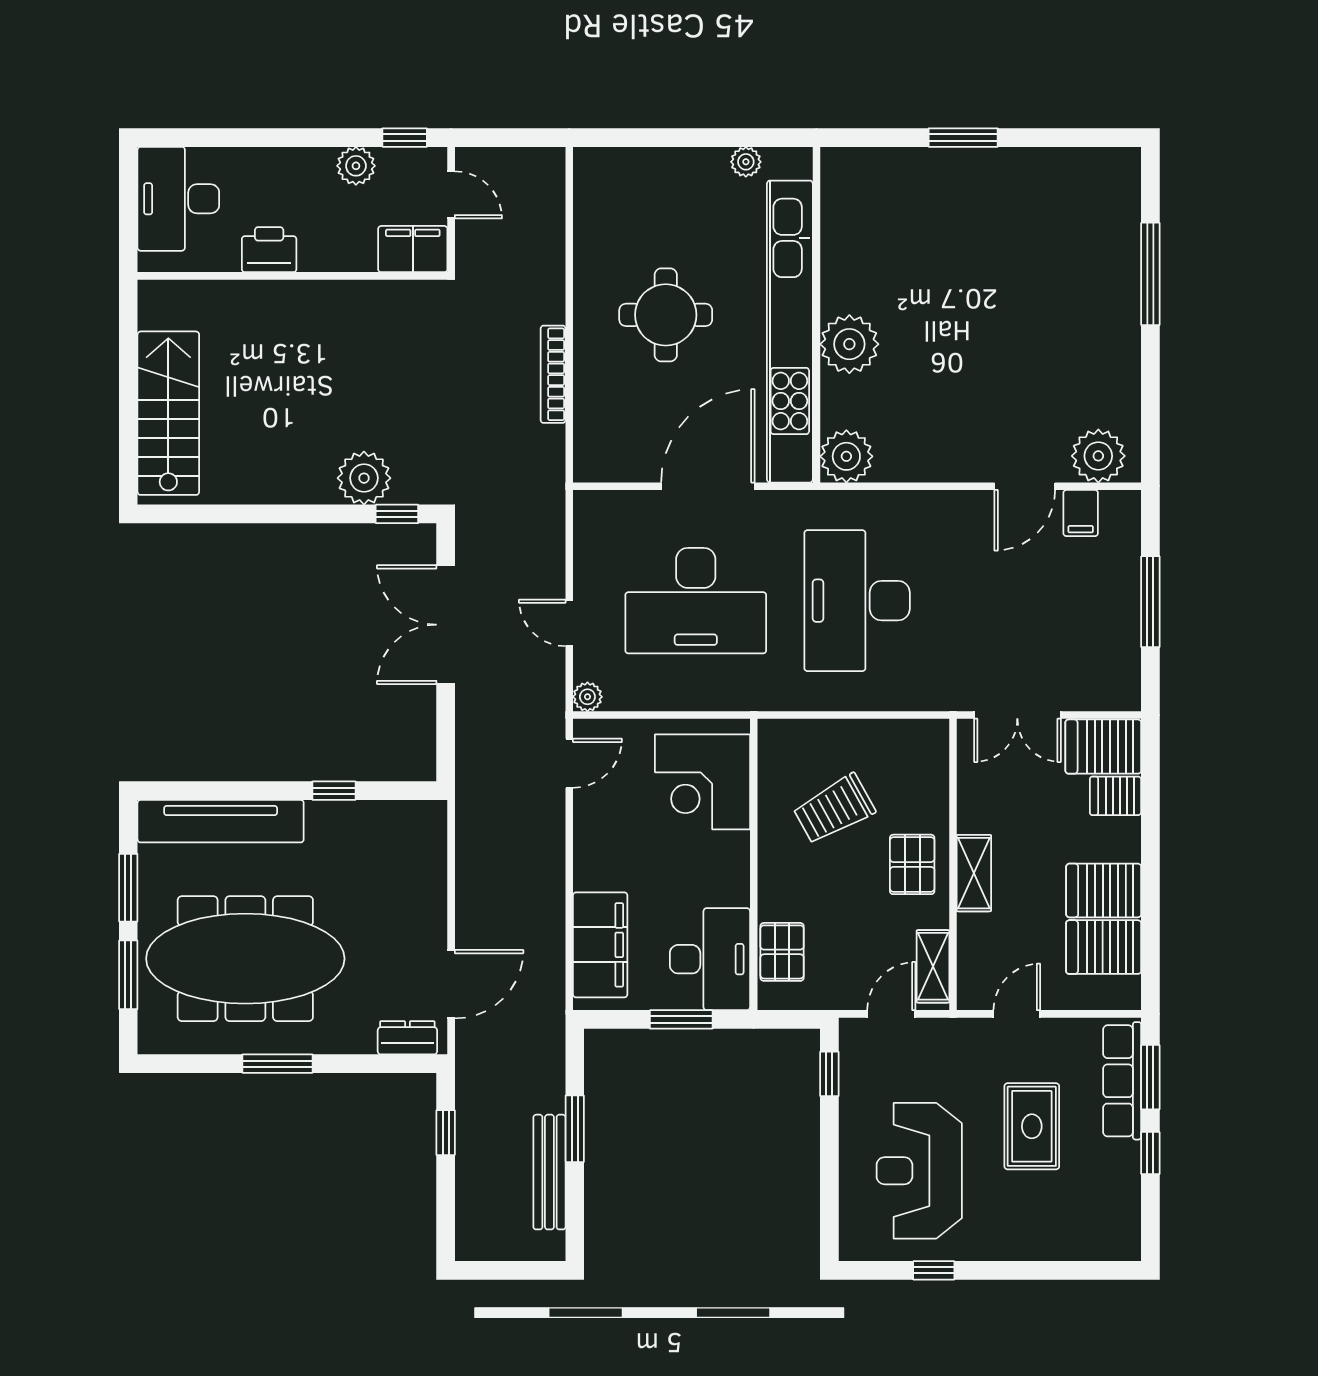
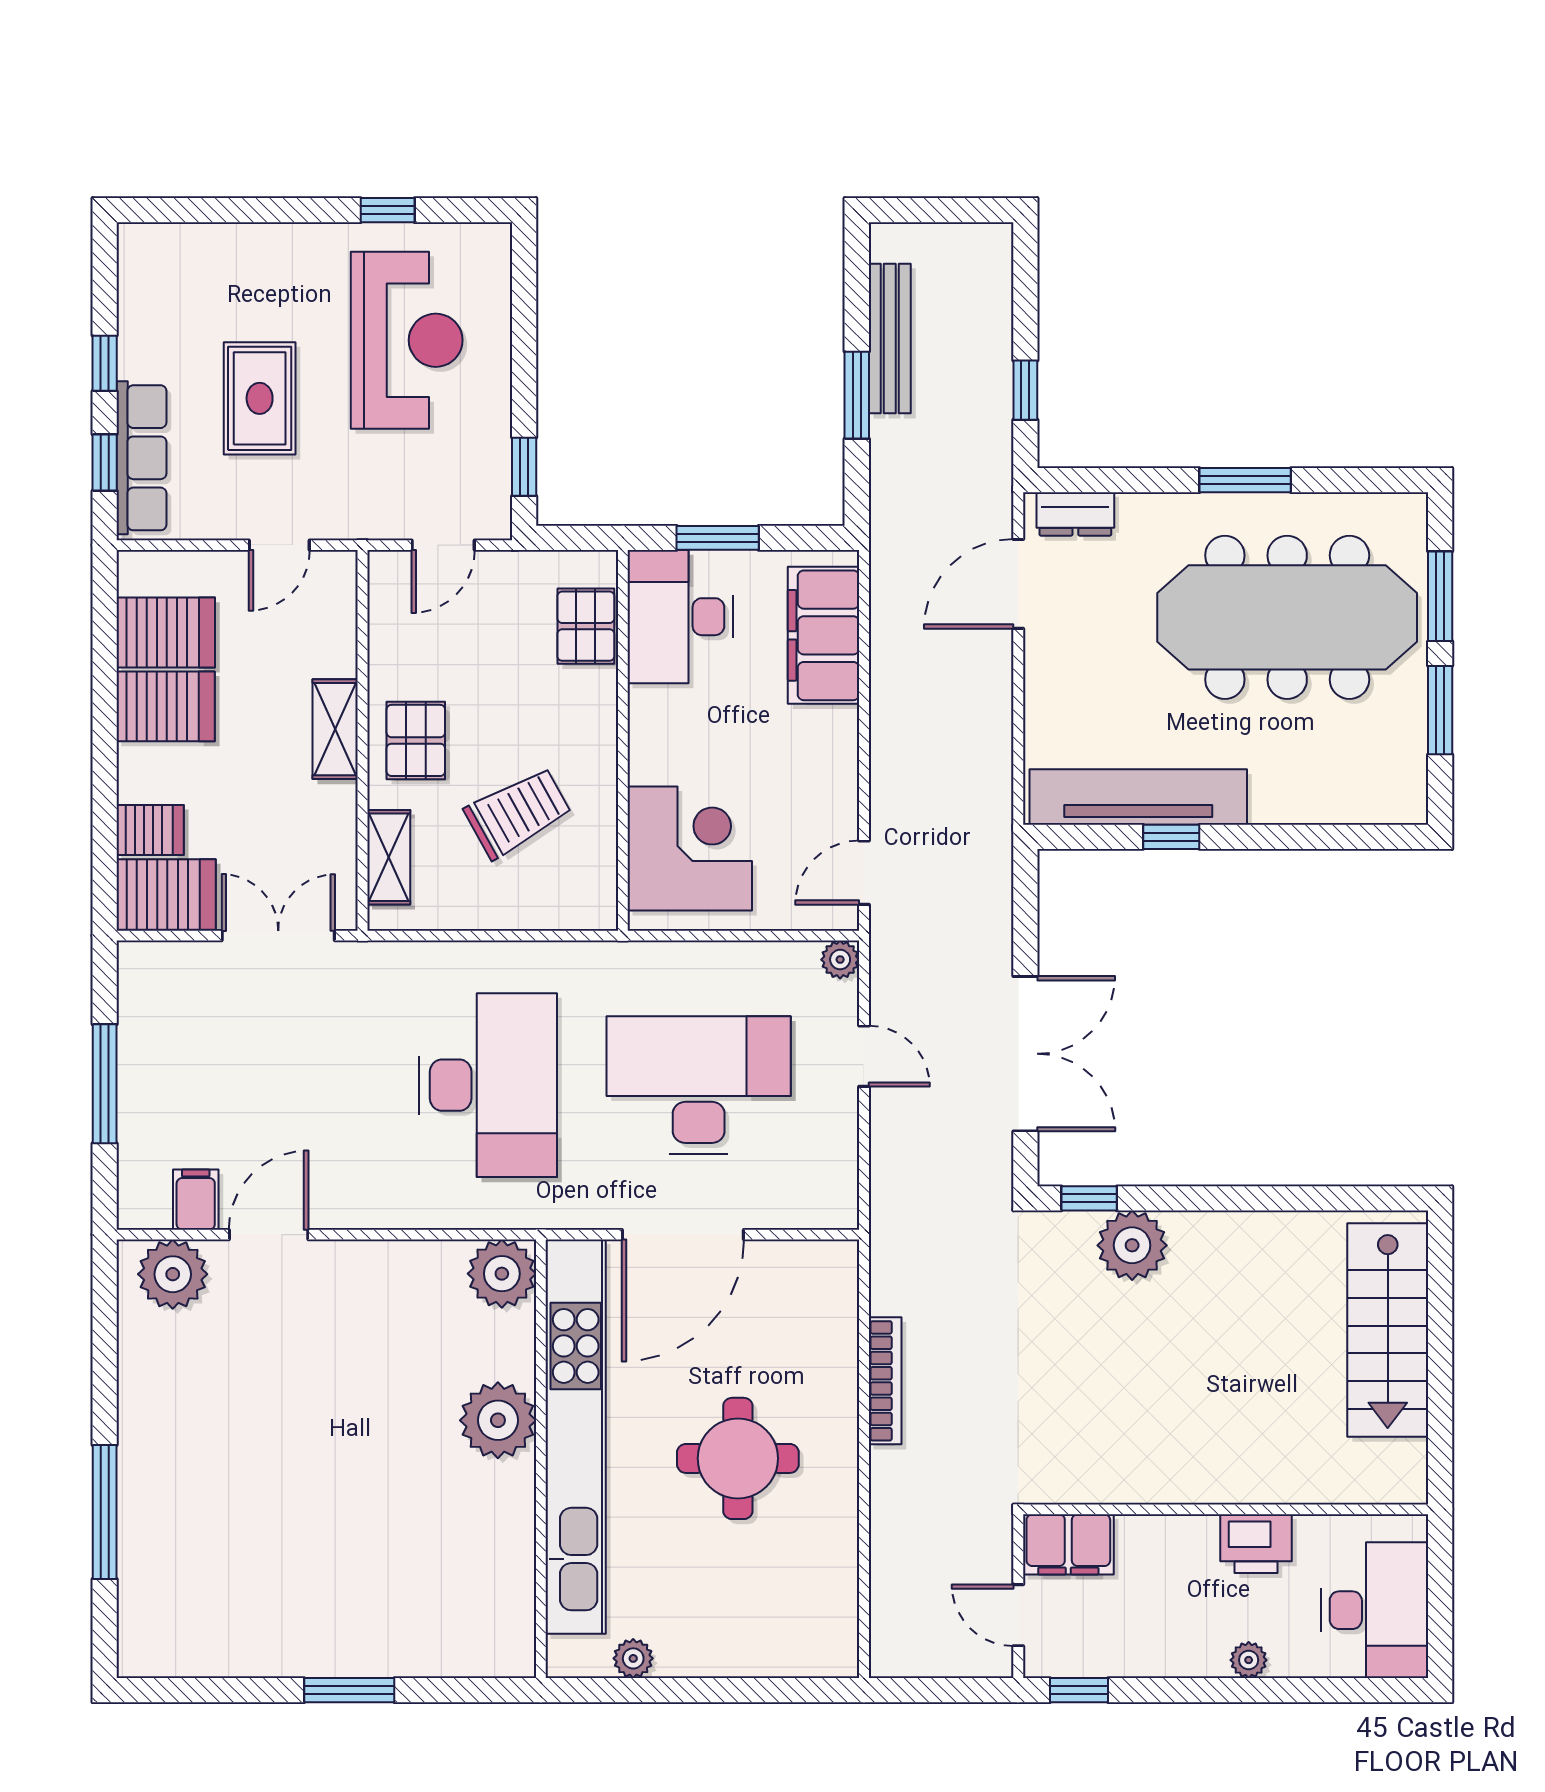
plant: (356, 166) -> (1249, 1660), moved, width x0.73, depth x0.73
tv unit: (221, 821) -> (1138, 797), moved
shelving: (933, 966) -> (389, 857), moved
window: (1150, 1077) -> (105, 463), width x0.67

